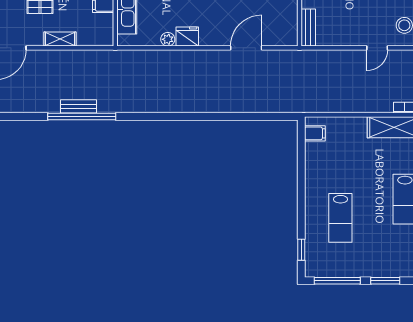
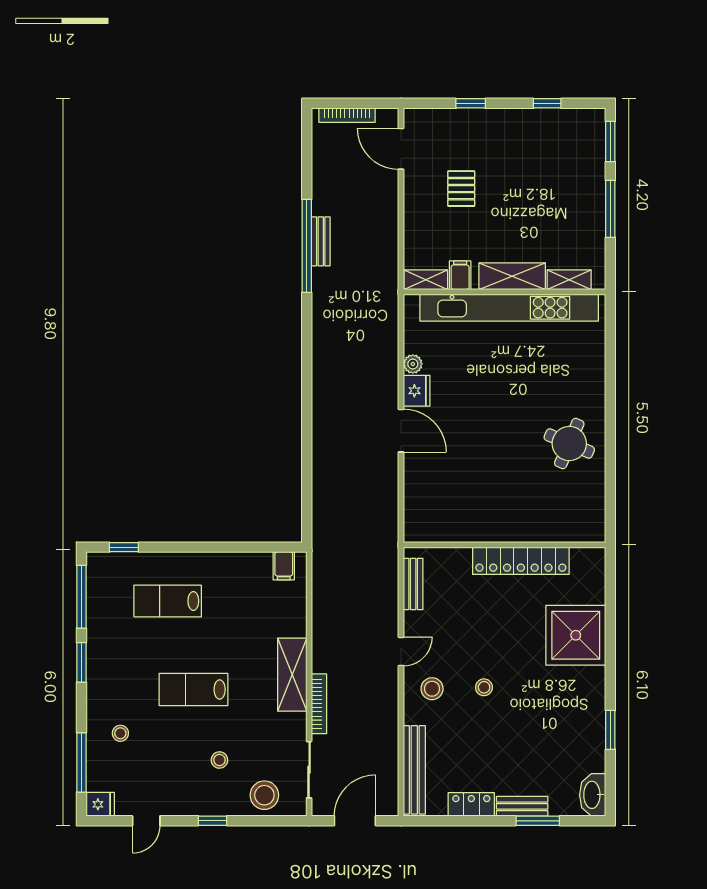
bench: (308, 28) -> (413, 584), moved, turned 90
shelving: (60, 39) -> (426, 280), moved, turned 90
door: (246, 48) -> (401, 431), moved
door: (377, 48) -> (401, 652), swing flipped

